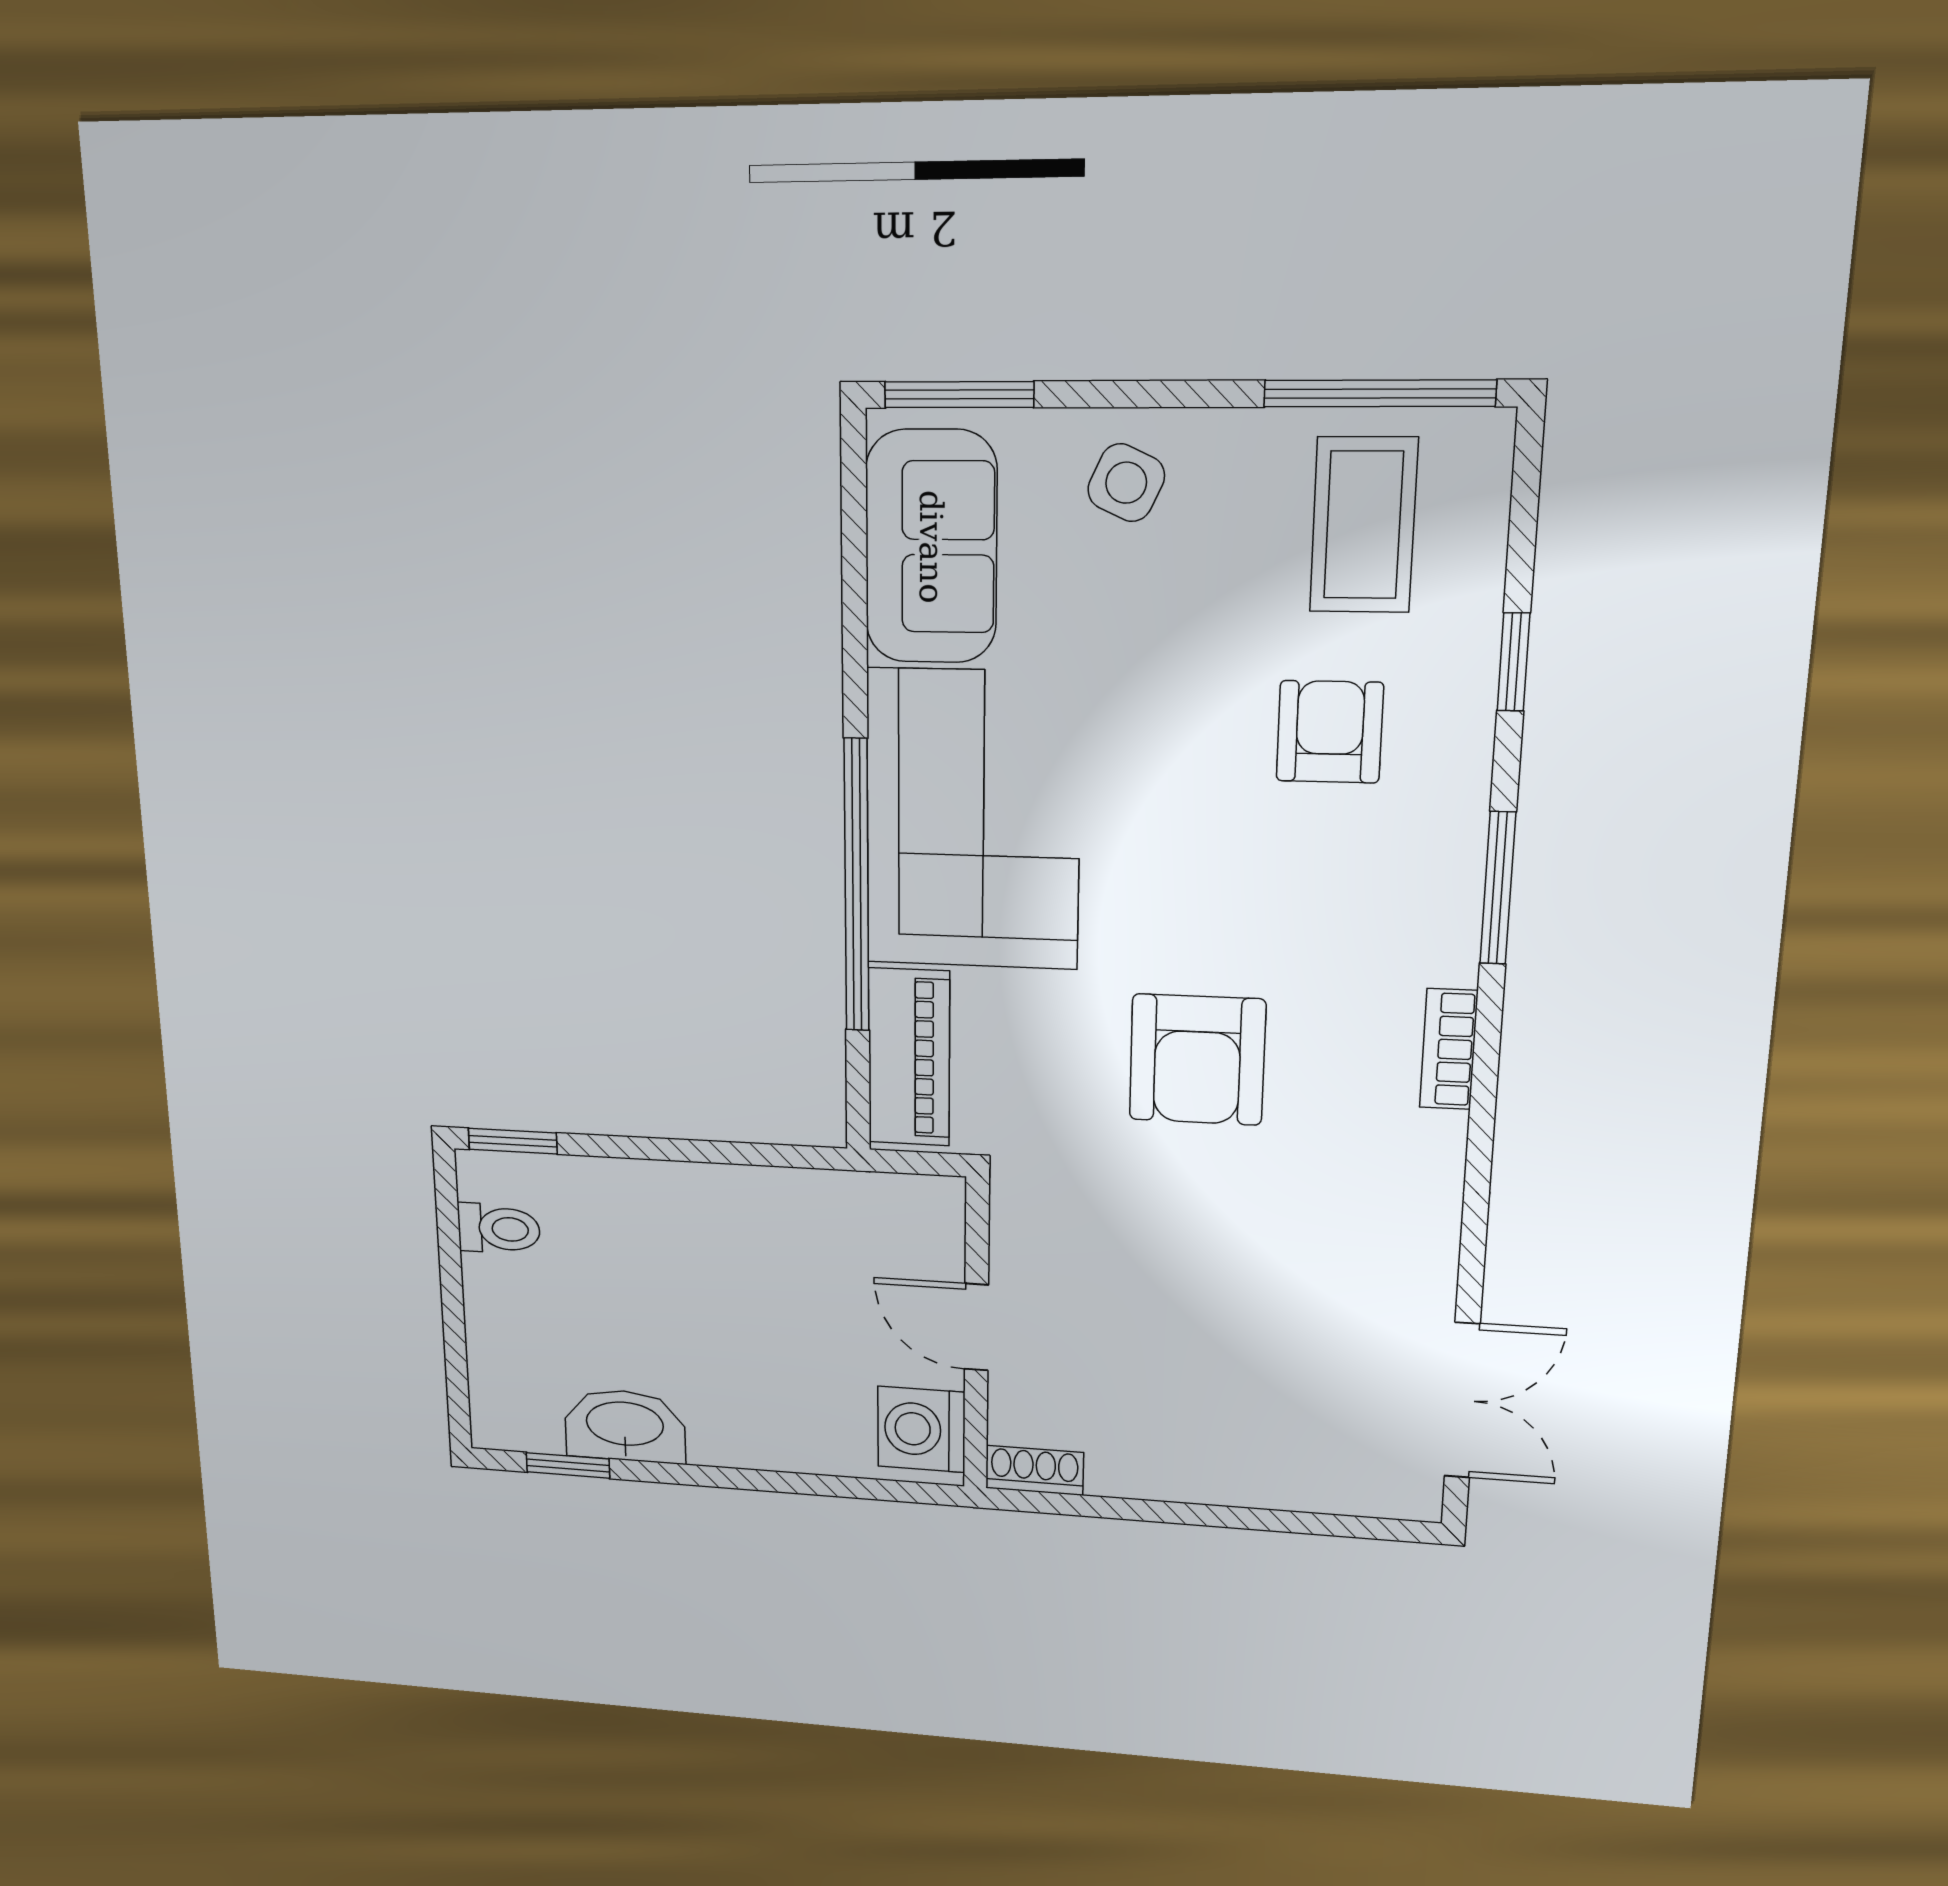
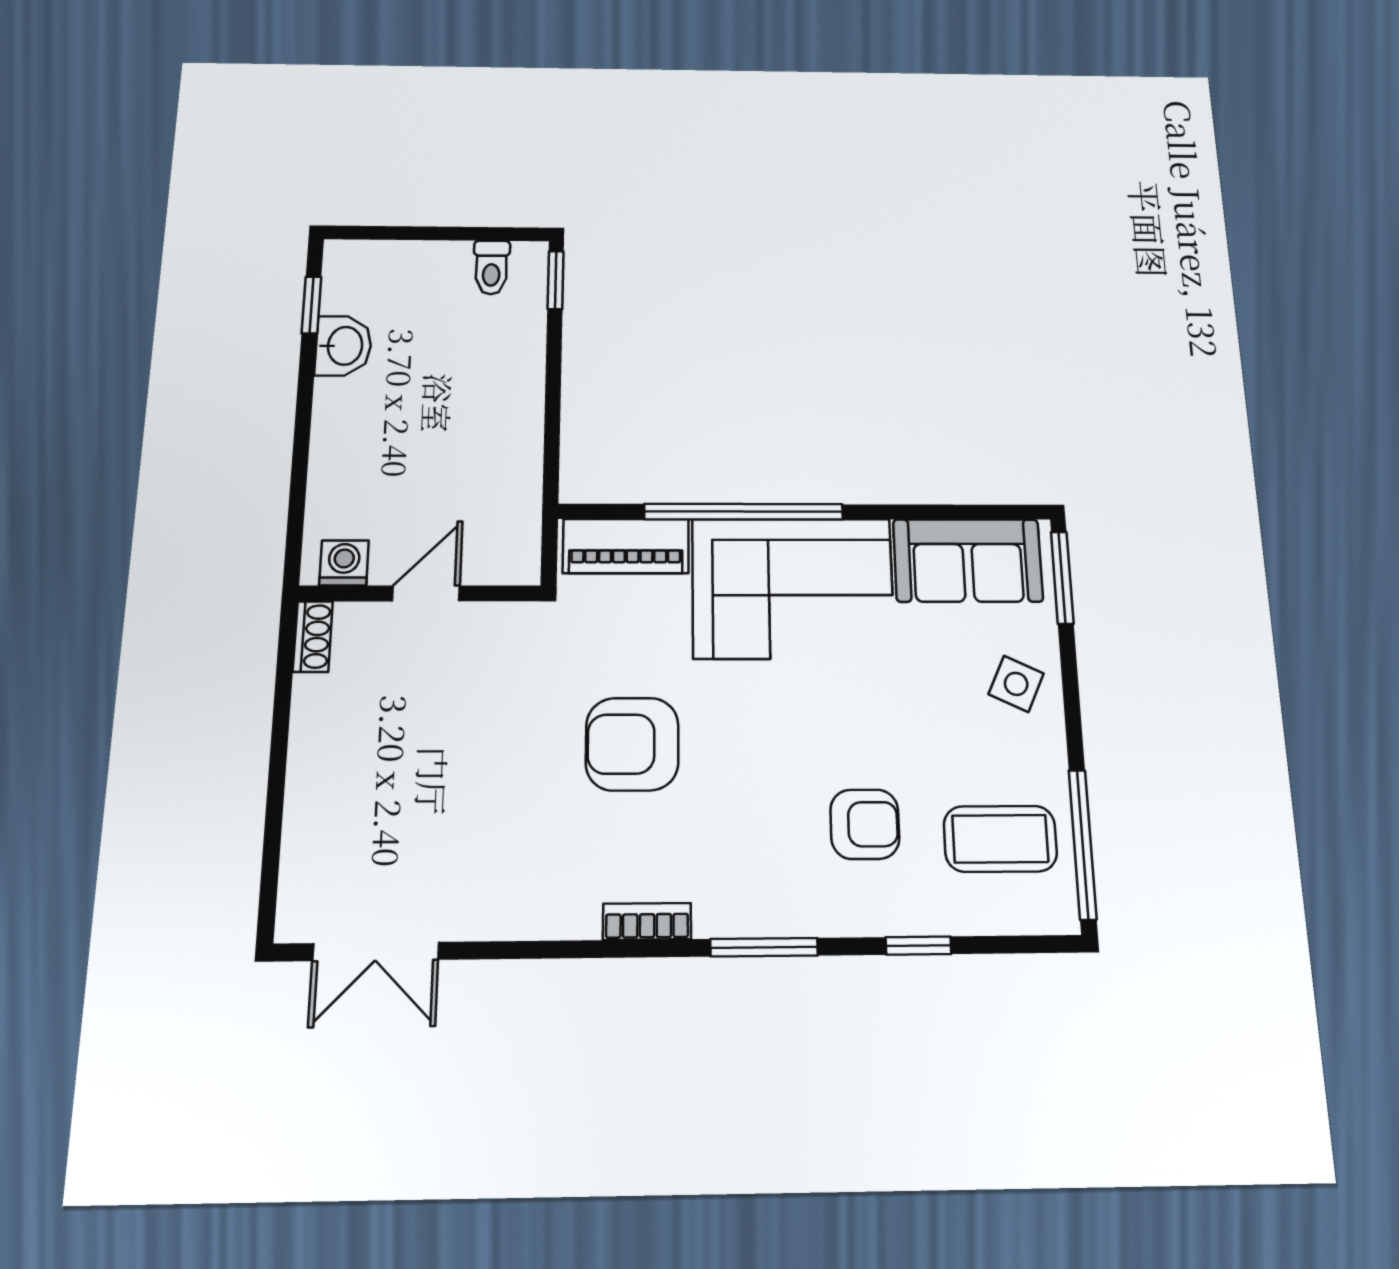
washbasin: (625, 1426) -> (343, 346), width x0.72
washing machine: (921, 1429) -> (344, 563), width x0.73, depth x0.73

